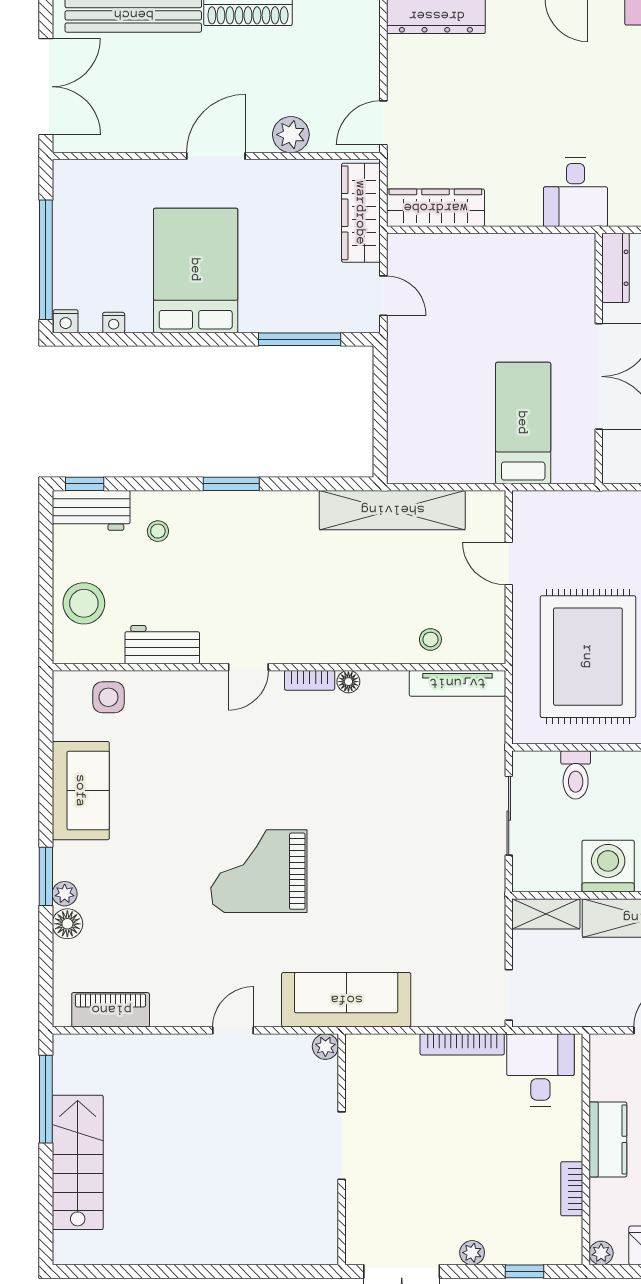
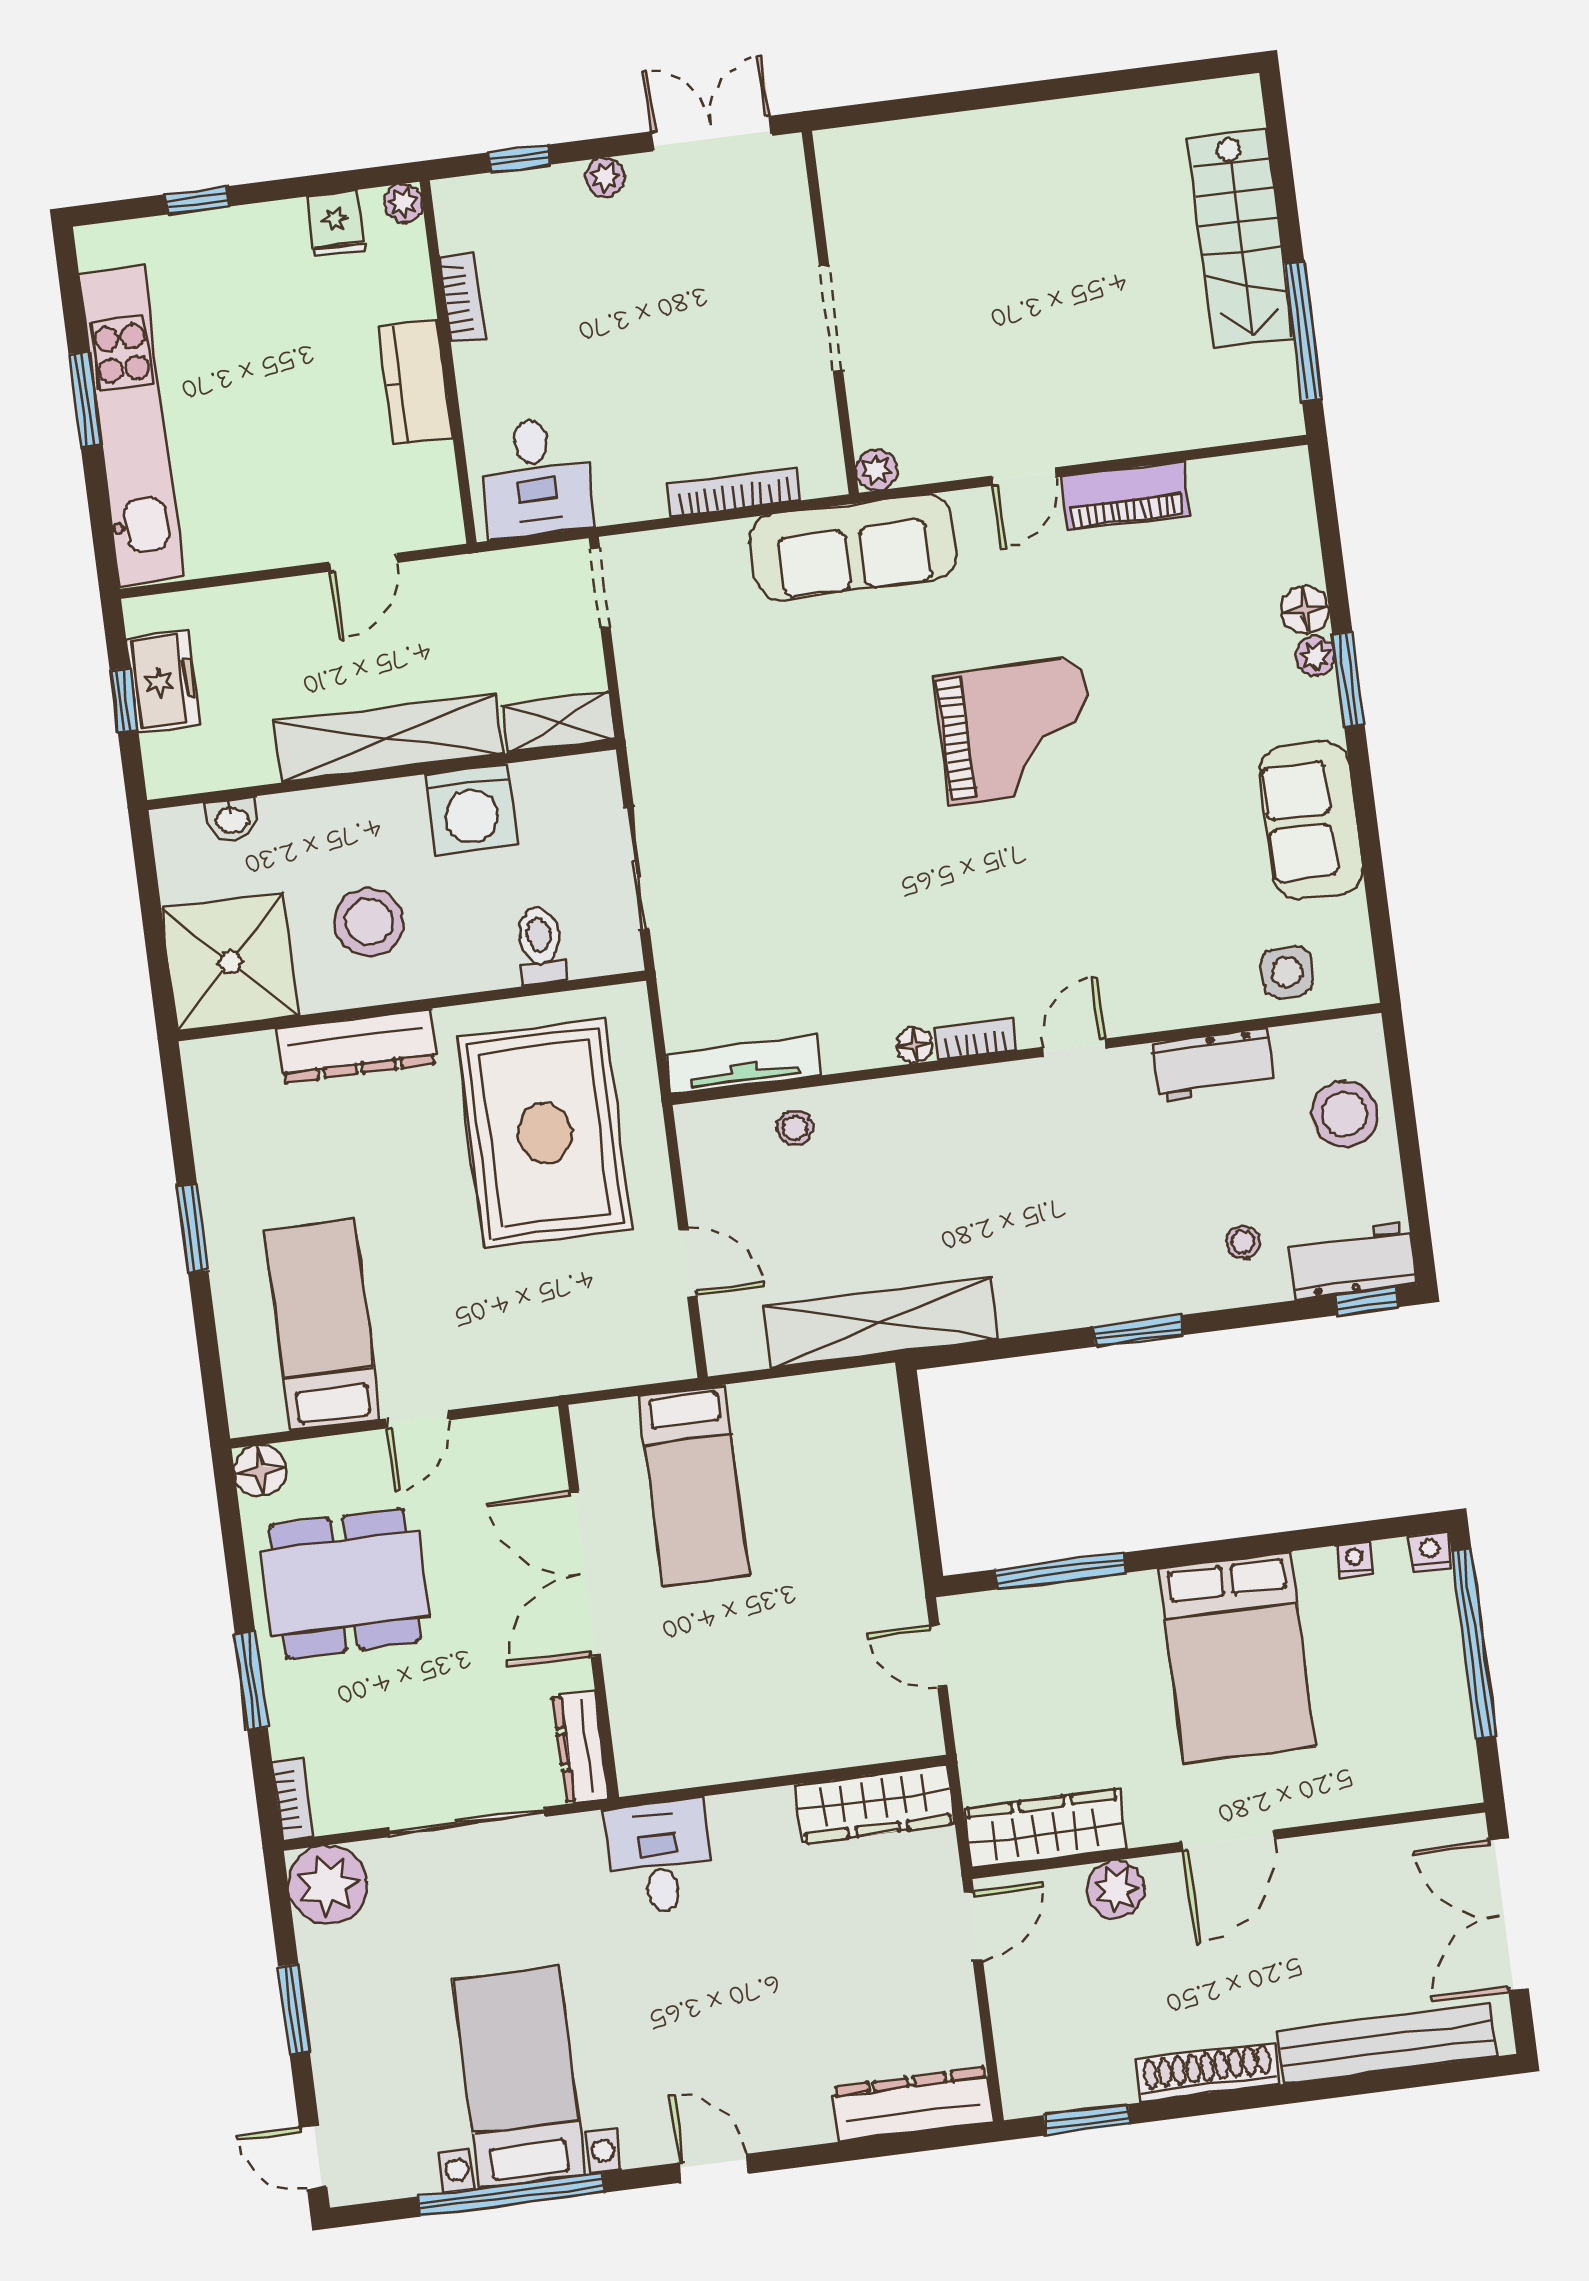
wardrobe: (361, 213) -> (1045, 1829), moved, turned -90
piano: (111, 1010) -> (1125, 496), moved
bookcase: (462, 1044) -> (734, 492), moved

